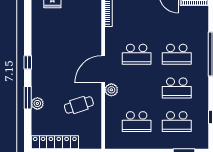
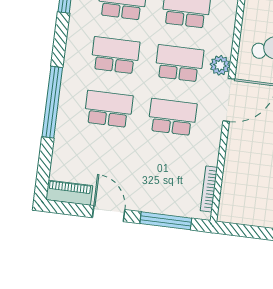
school desk: (137, 88) -> (179, 63), added

